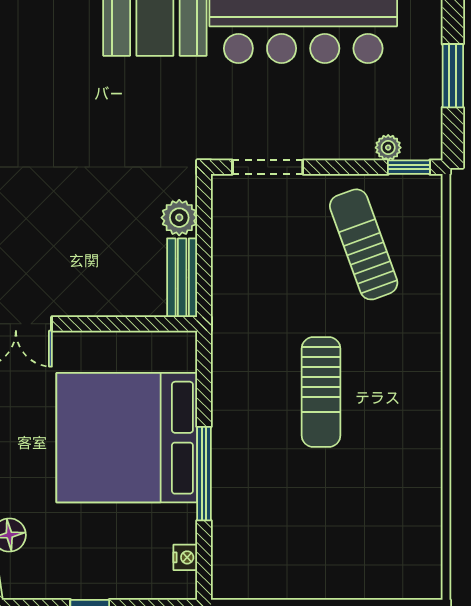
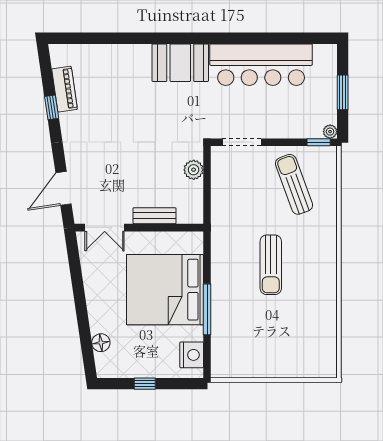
plant: (388, 148) -> (330, 132), moved
bench: (182, 278) -> (155, 216), moved, turned 90
nightstand: (185, 557) -> (192, 355), width x1.89, depth x1.79

